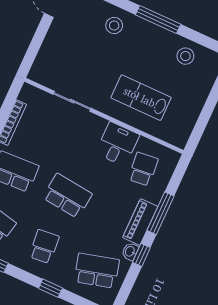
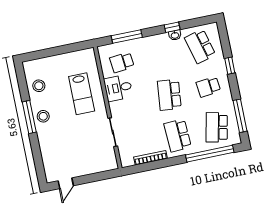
stool: (114, 25) -> (43, 116), moved
window: (161, 213) -> (127, 36), moved
piano: (140, 222) -> (154, 42), removed

